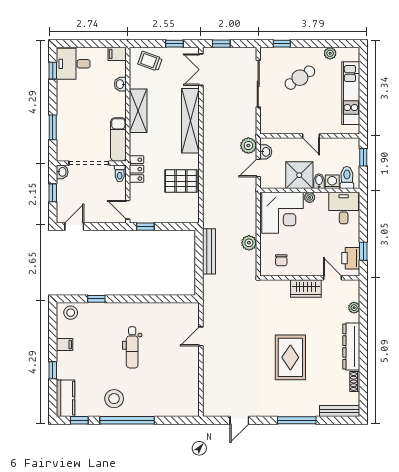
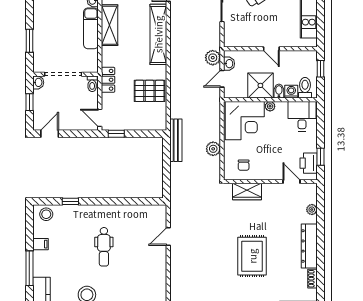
exam couch: (118, 140) -> (91, 28), moved
bench: (209, 251) -> (176, 140), moved
wardrobe: (306, 288) -> (247, 192), moved
window: (53, 370) -> (29, 268), width x2.17

